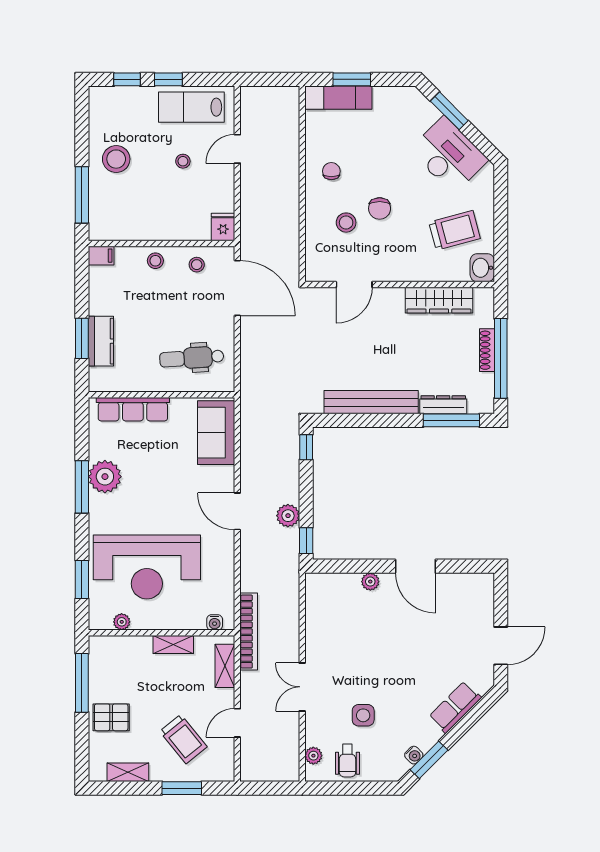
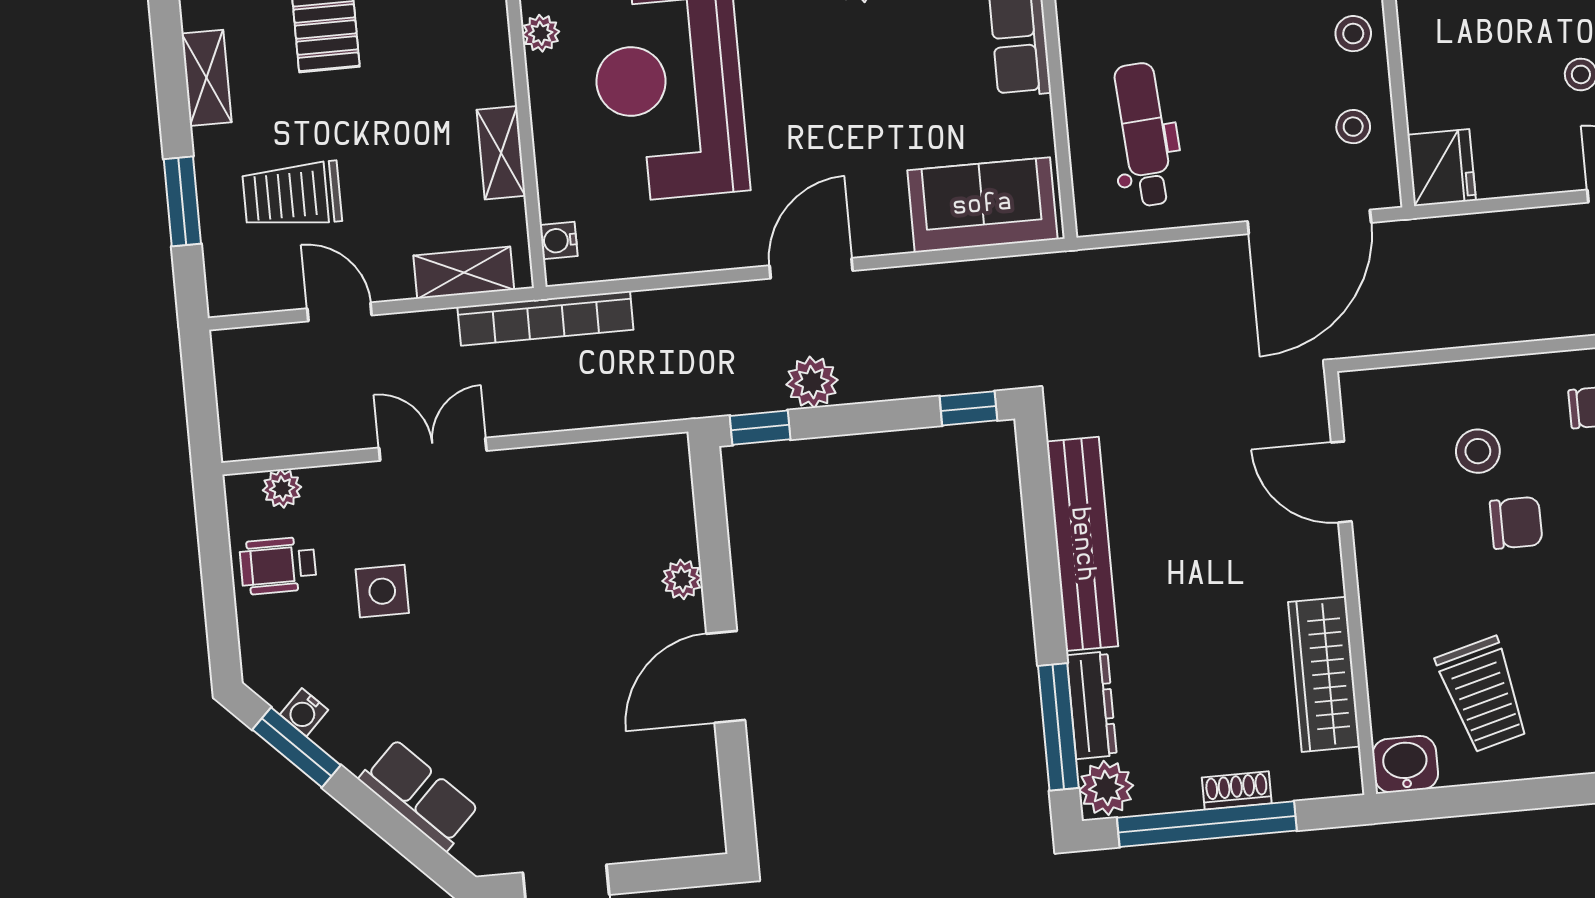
chair: (380, 208) -> (1516, 523), turned 180
fridge: (223, 227) -> (1442, 168), width x1.38
shoe rack: (487, 350) -> (1237, 790), width x0.70
plant: (480, 402) -> (1106, 788), added
trolley: (183, 739) -> (292, 195), turned 39

